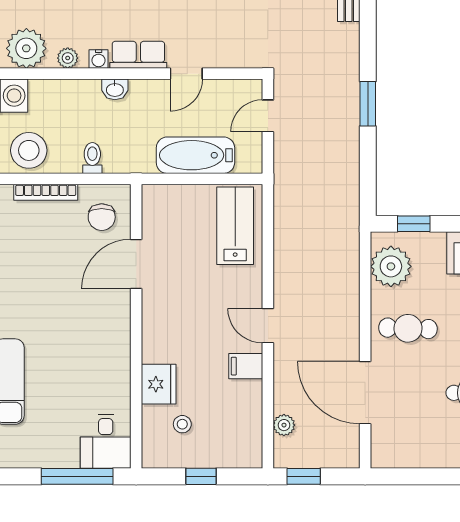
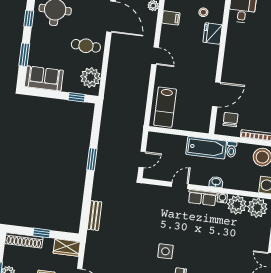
plant: (68, 58) -> (237, 205), width x1.87, depth x1.87
bathtub: (195, 155) -> (206, 148), moved
filing cabinet: (246, 366) -> (171, 18), moved

